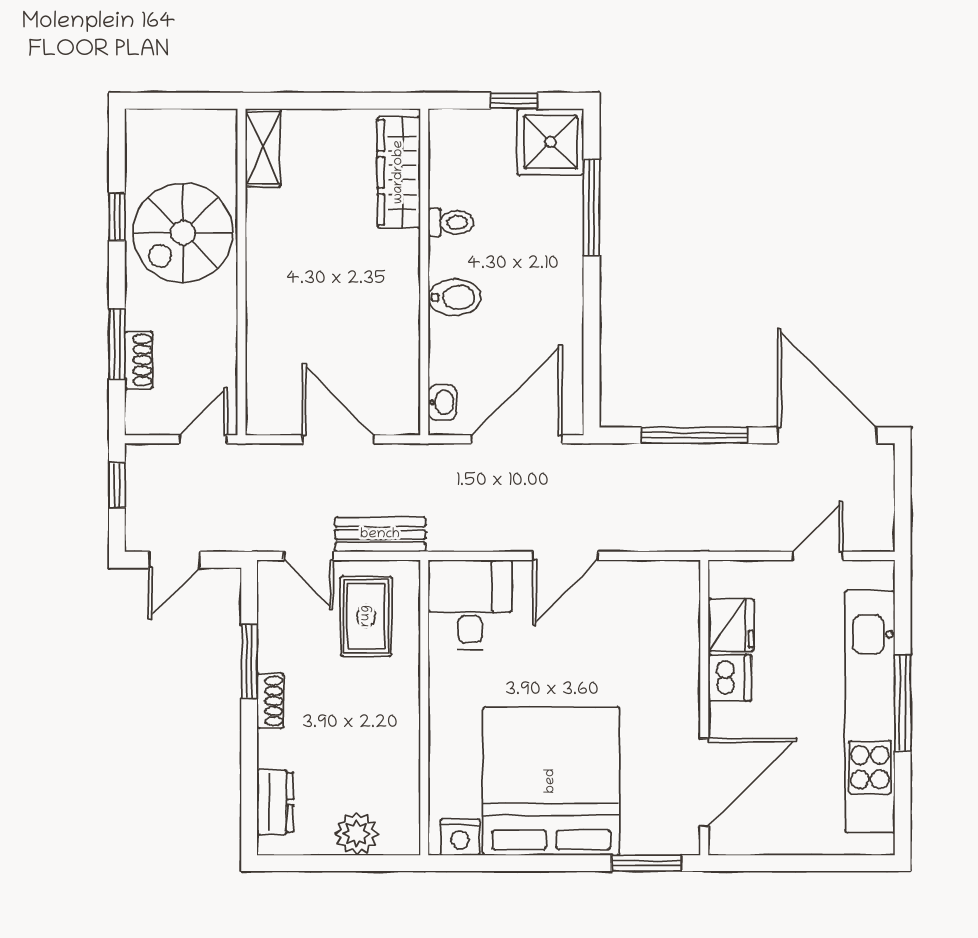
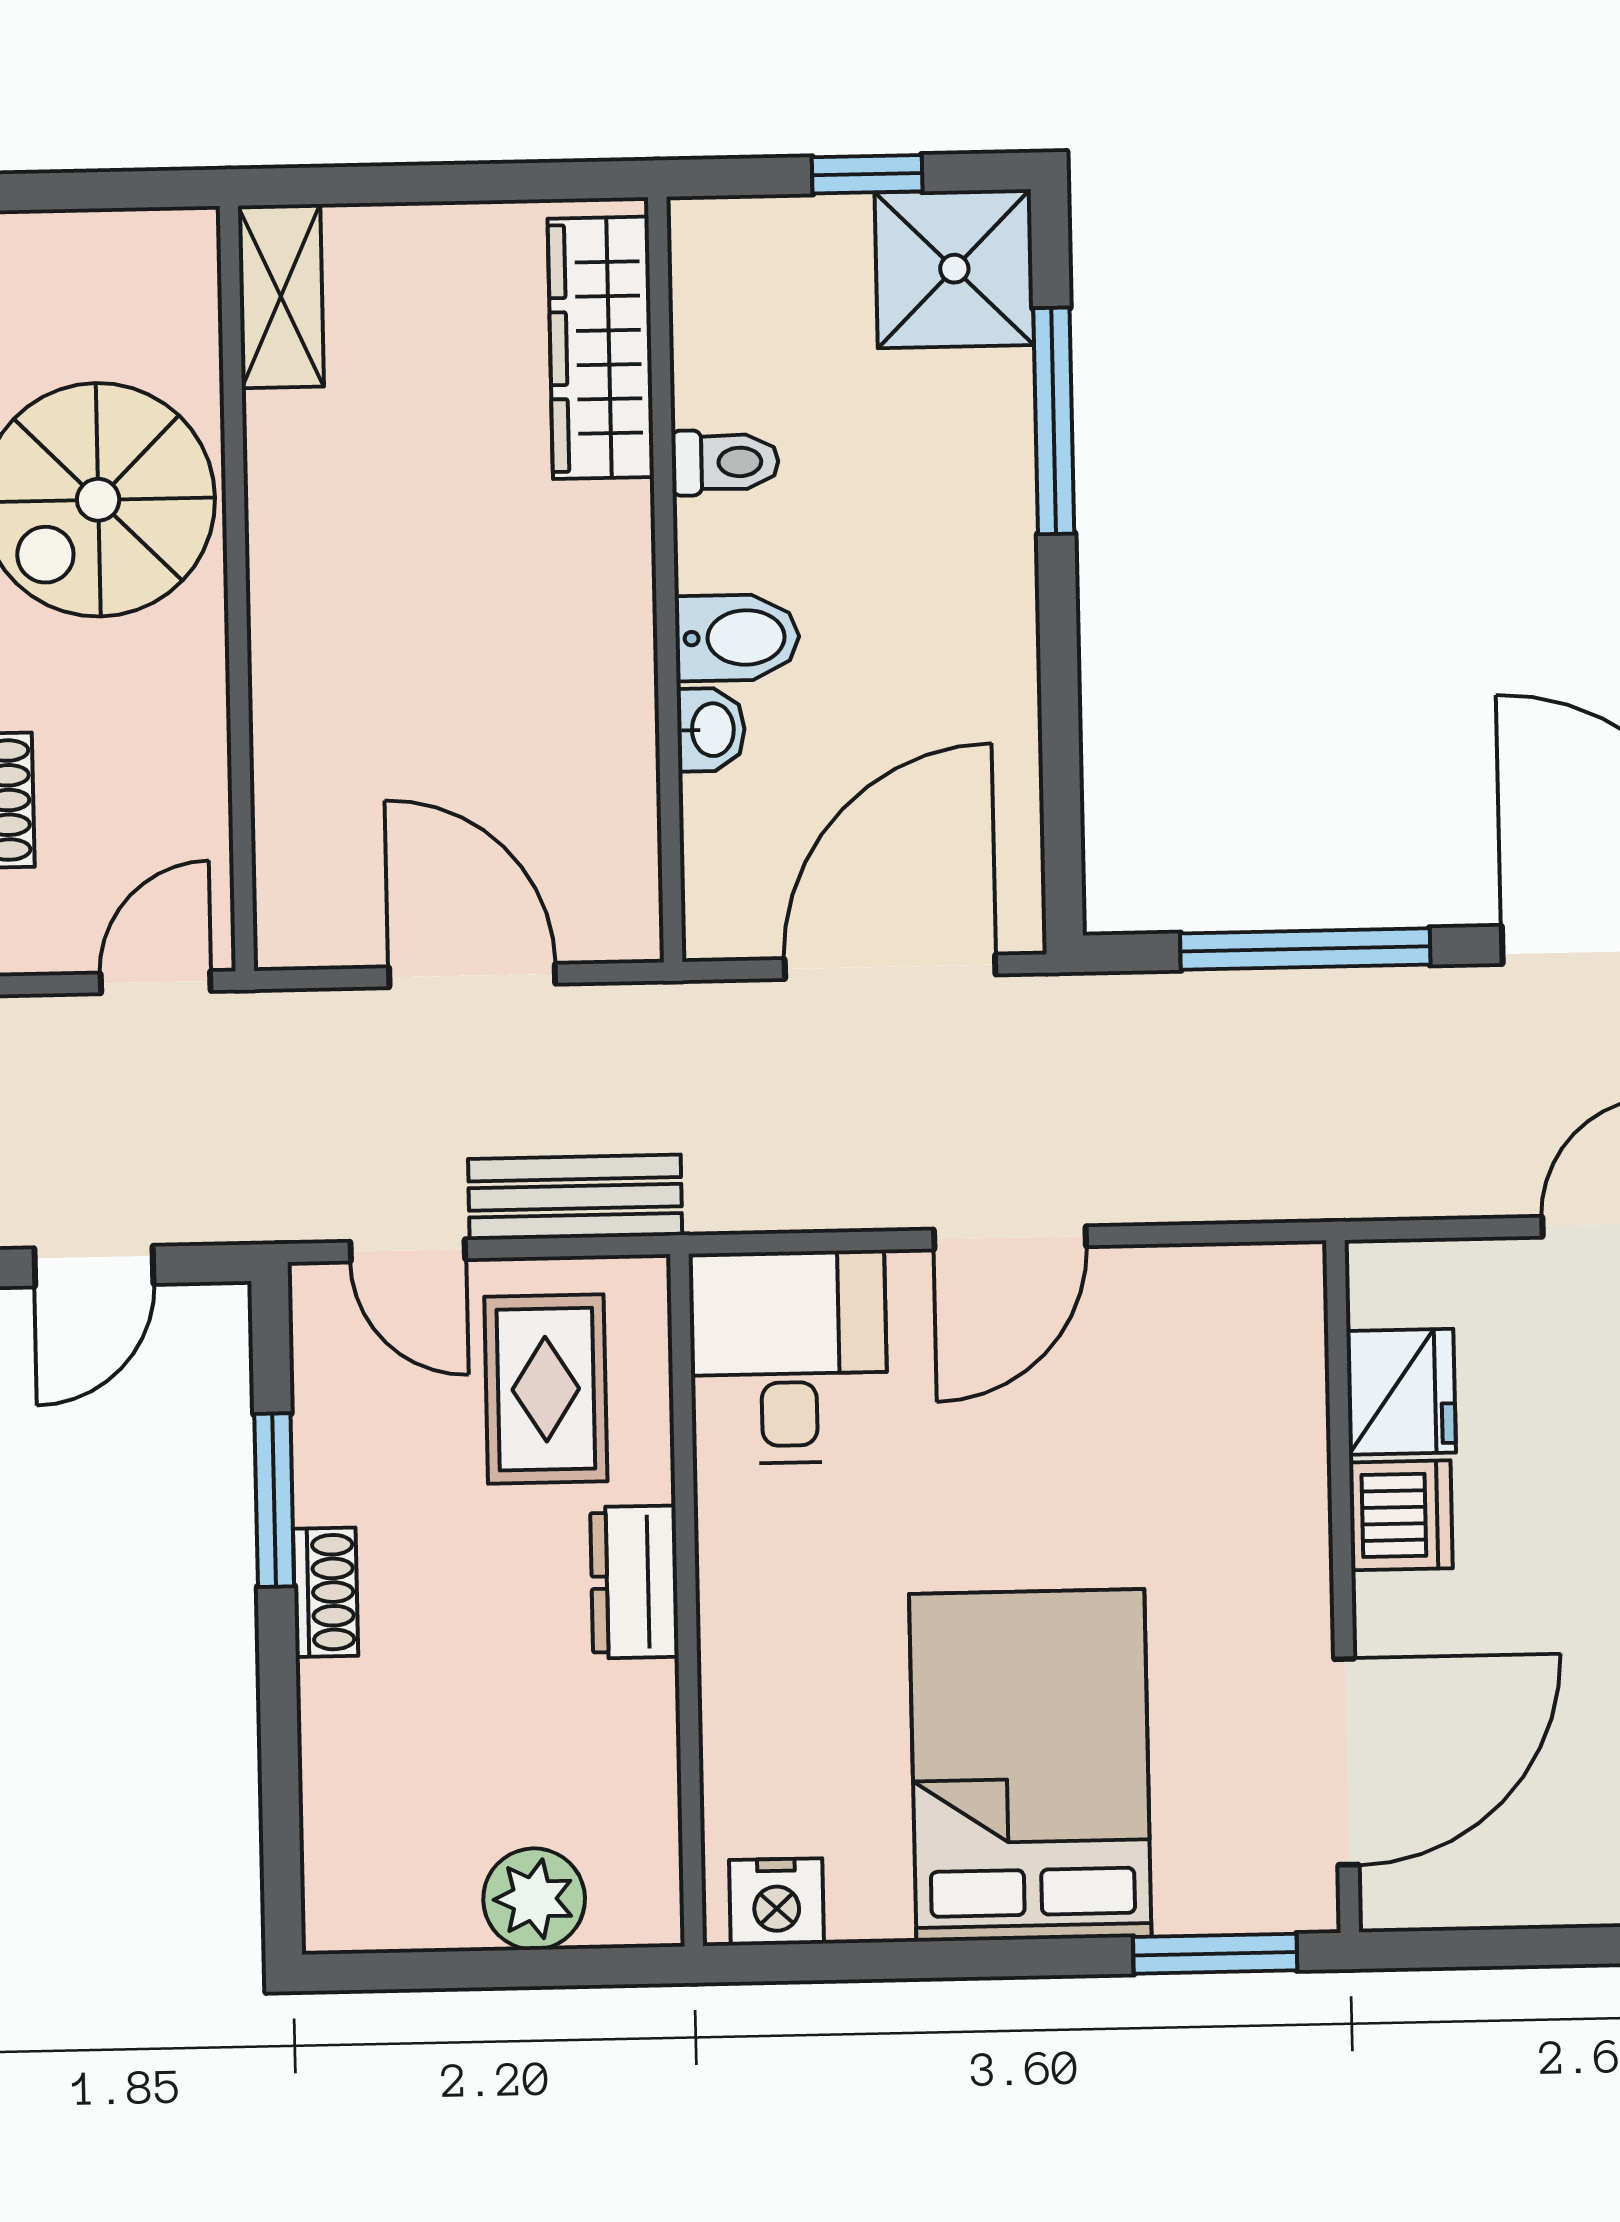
washbasin: (442, 402) -> (711, 730), moved
bed: (551, 781) -> (1030, 1765), width x0.73
dresser: (275, 802) -> (634, 1582), moved, turned 180

